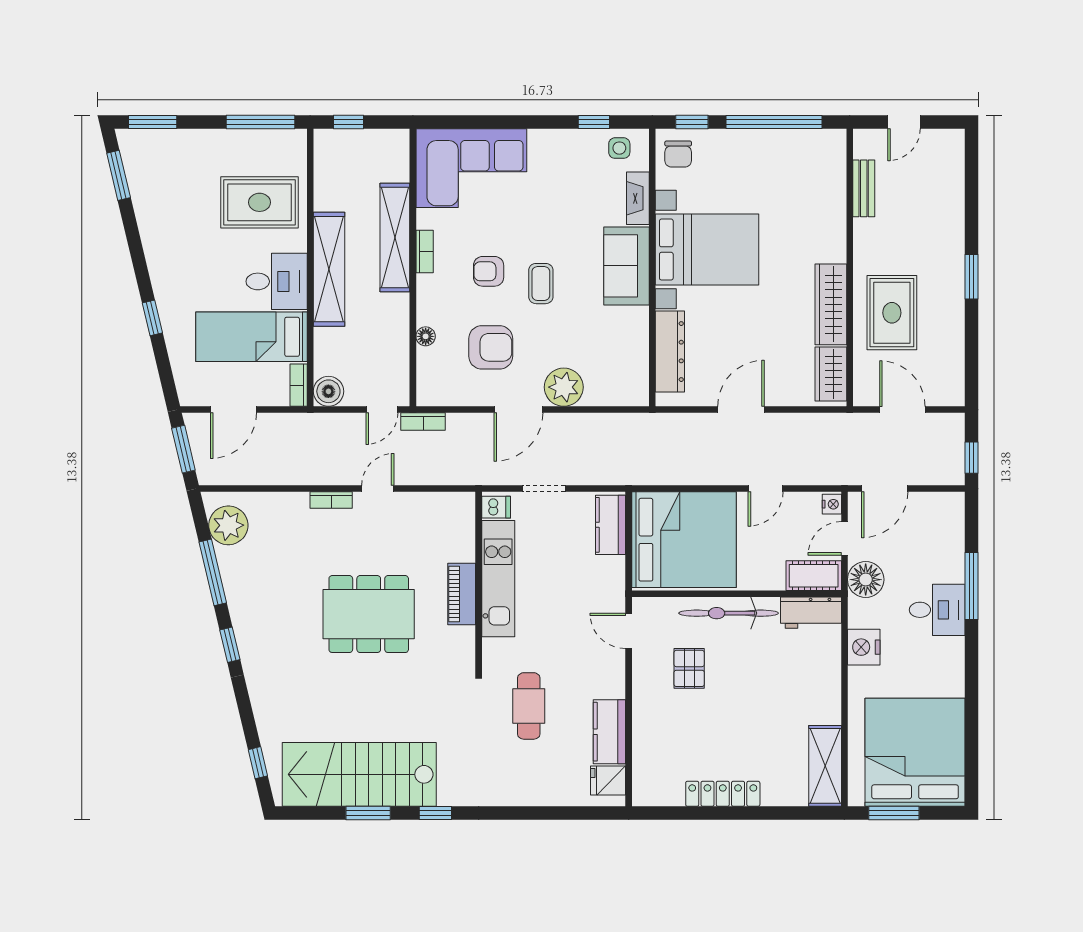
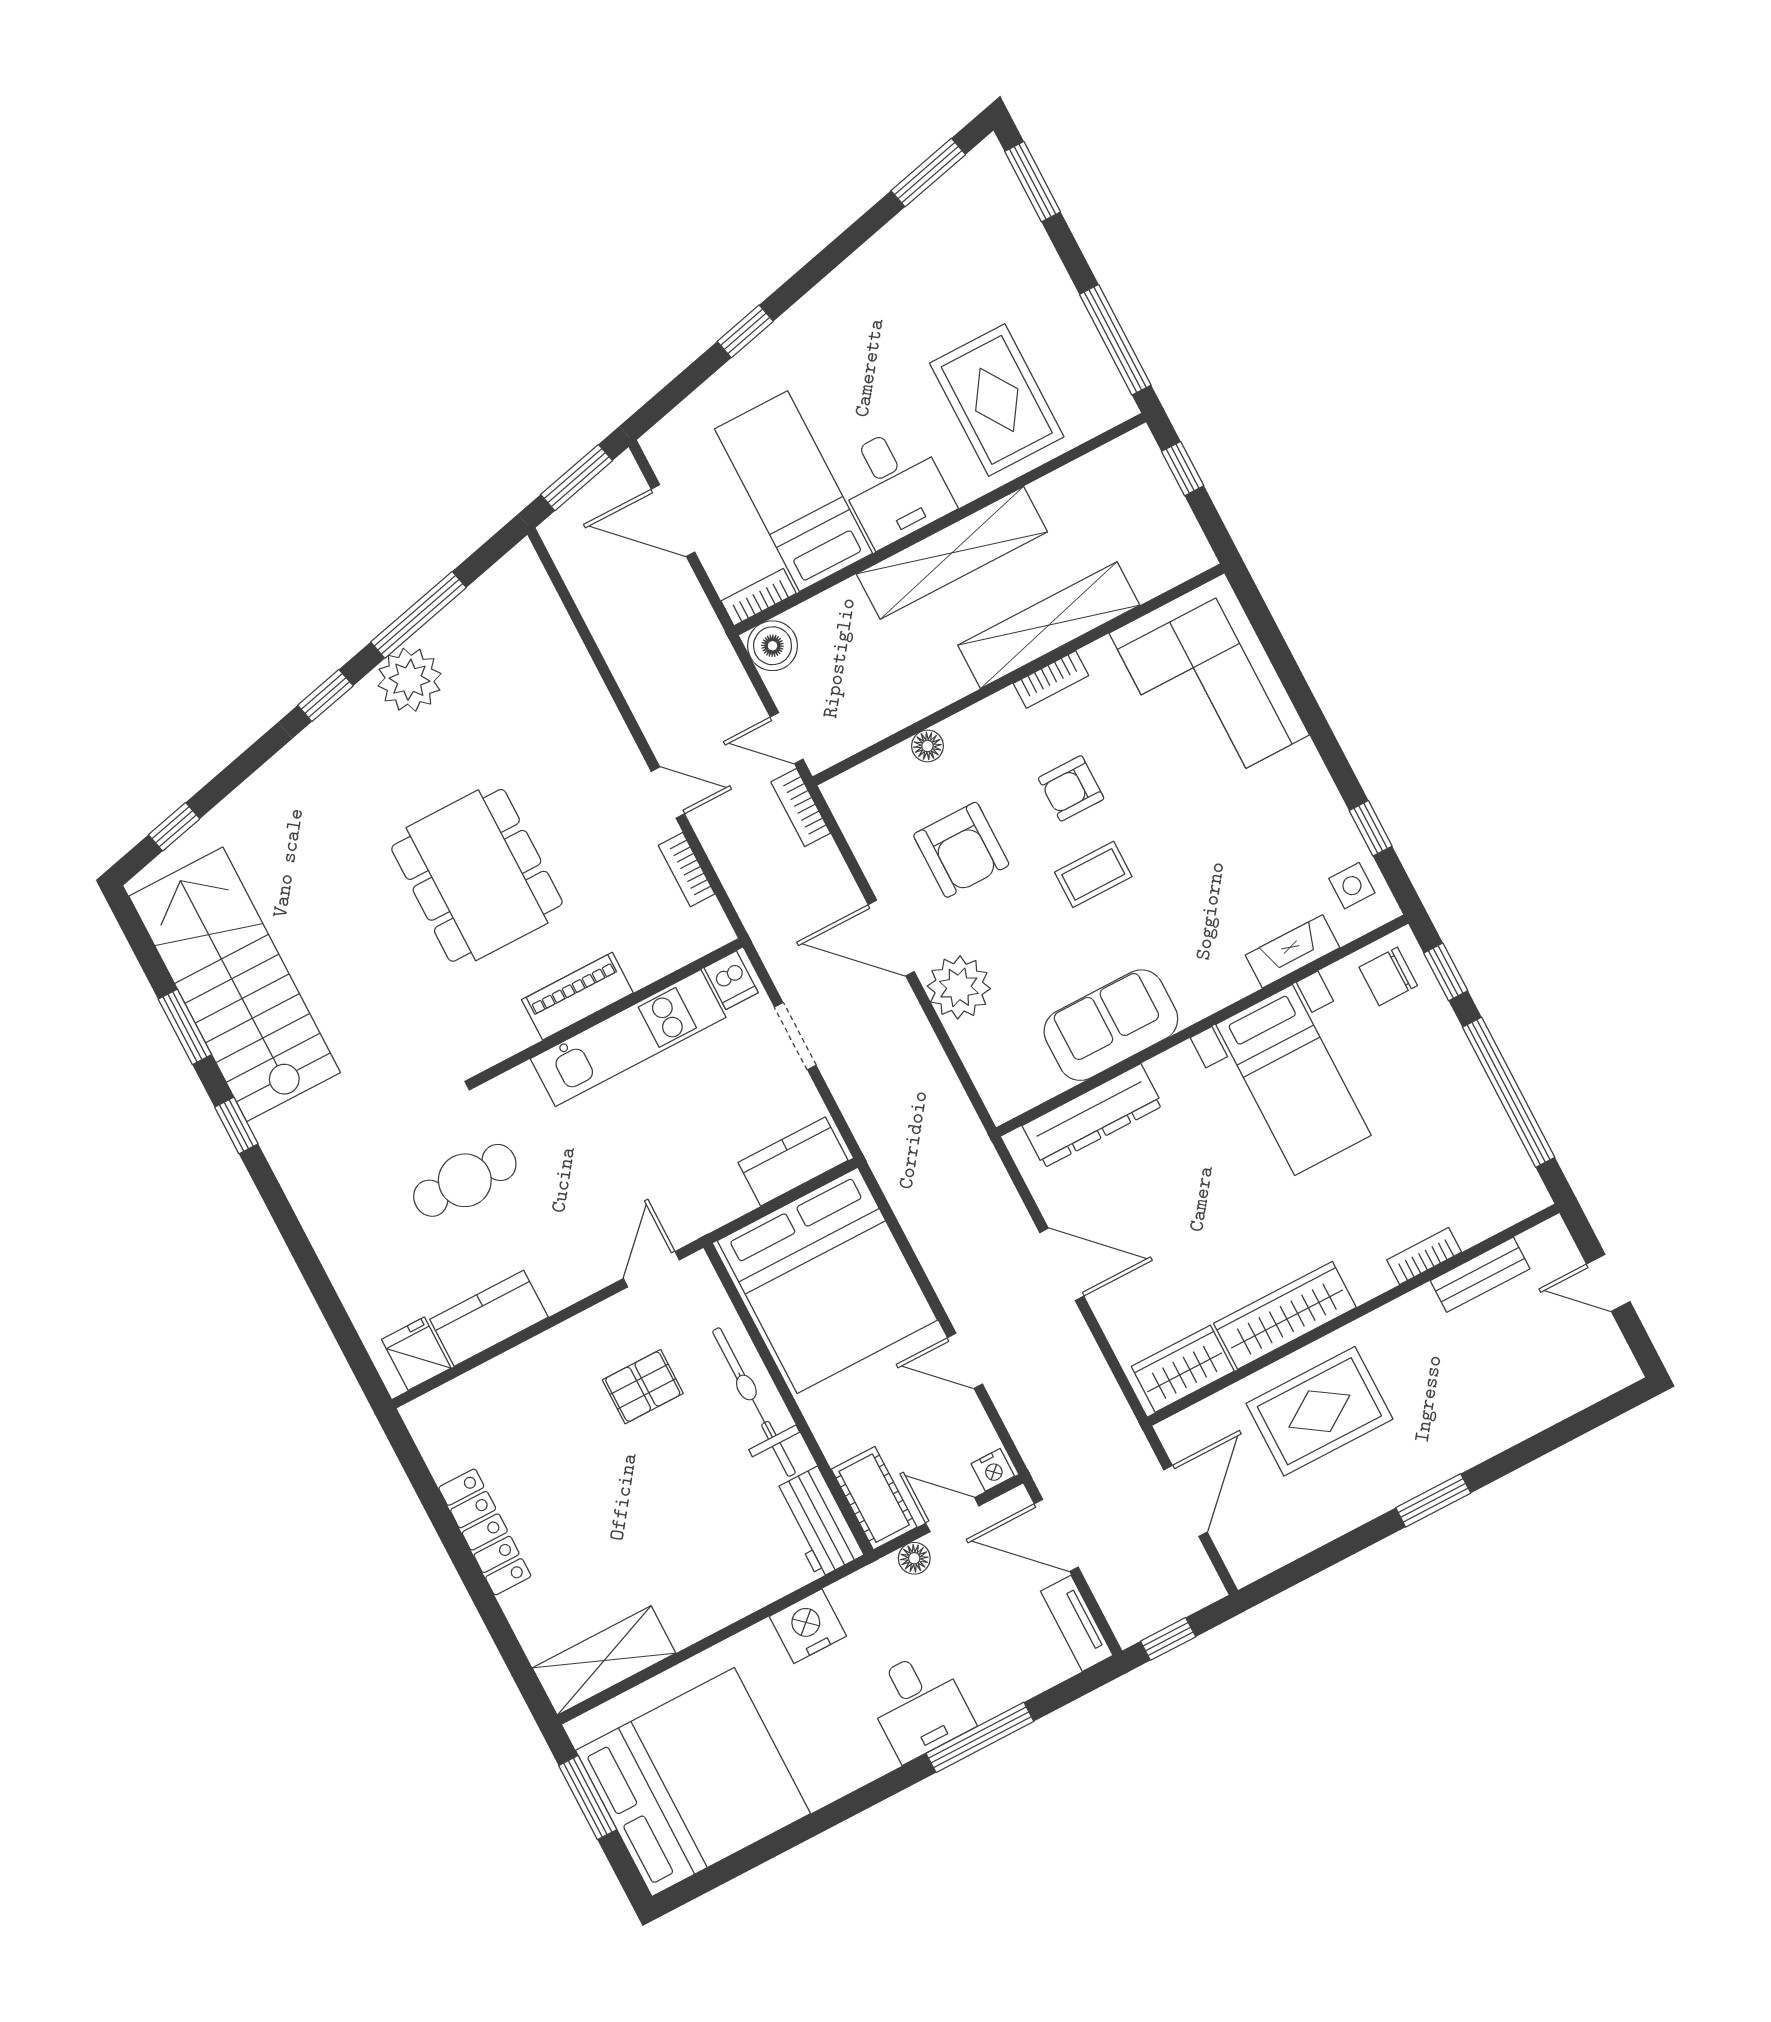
bookcase: (838, 213) -> (1424, 1256), added
bed with nightstands: (707, 250) -> (1293, 1080), width x0.73
sofa: (627, 266) -> (1111, 1025), moved
armchair: (489, 271) -> (1071, 788), turned -90
bookcase: (331, 500) -> (687, 870), moved
tv unit: (938, 502) -> (1077, 1623), added
plant: (228, 525) -> (409, 680), moved
floor lamp: (866, 580) -> (914, 1558), width x0.53, depth x0.53

